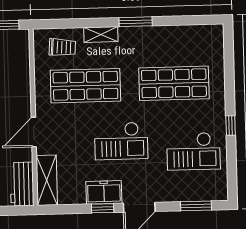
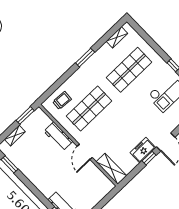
shelving: (101, 35) -> (117, 37), moved
checkout: (121, 141) -> (129, 119), removed
workbench: (22, 184) -> (58, 136), moved

